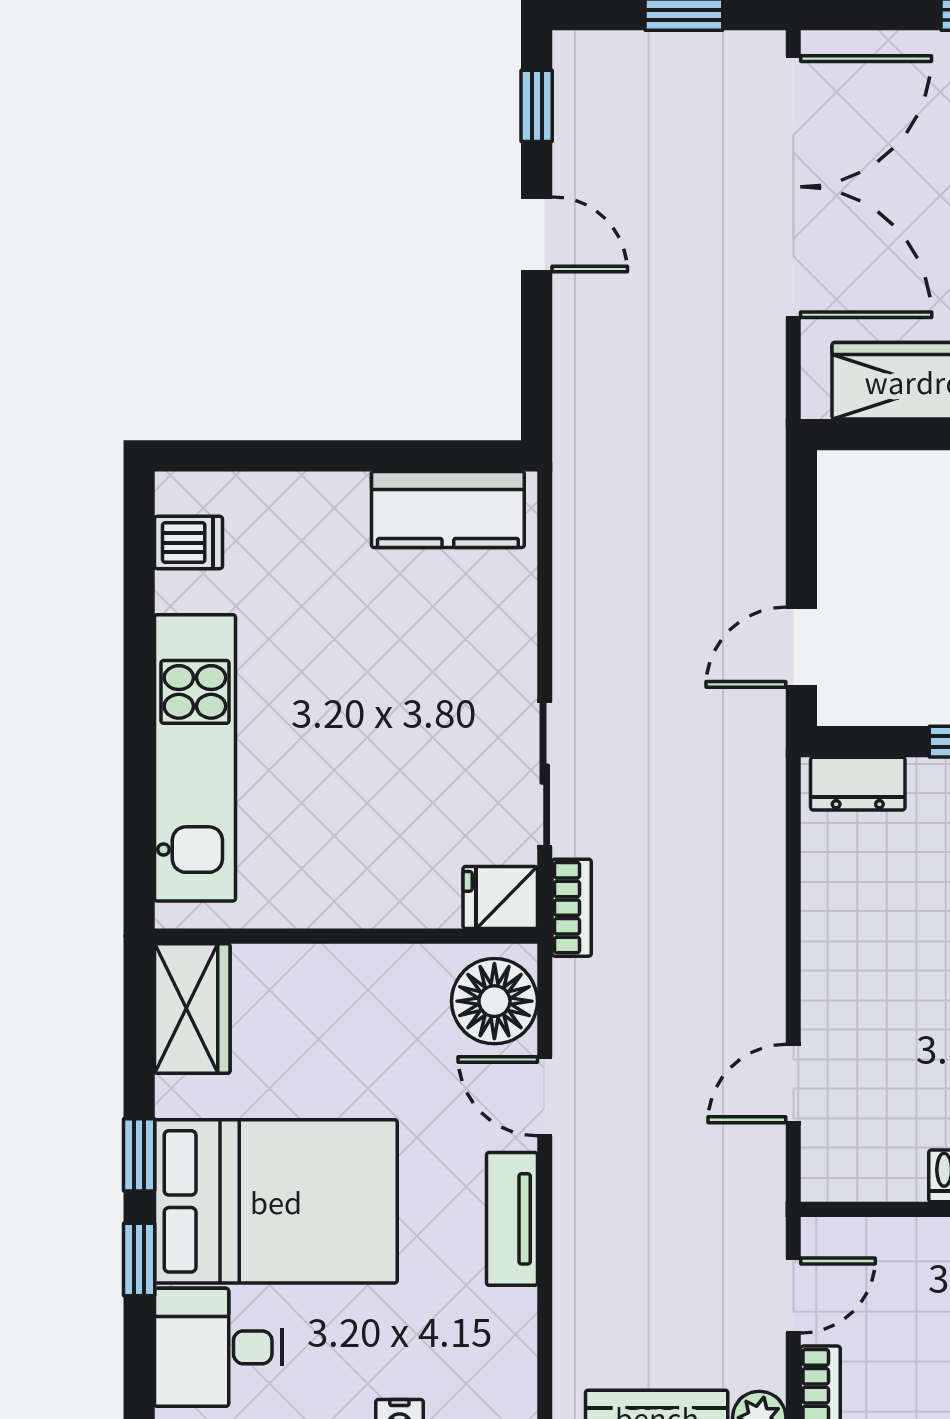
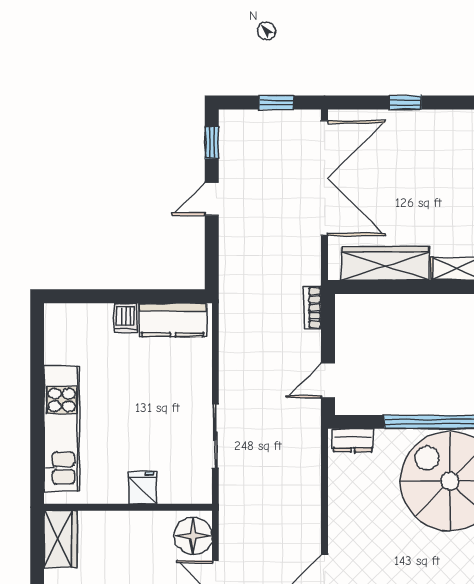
door: (537, 234) -> (212, 199), swing flipped
dishwasher: (188, 543) -> (126, 318), moved, turned 90
fridge: (500, 898) -> (142, 488), moved, turned 90
bookcase: (572, 908) -> (313, 308), moved, turned 180

